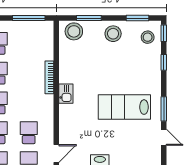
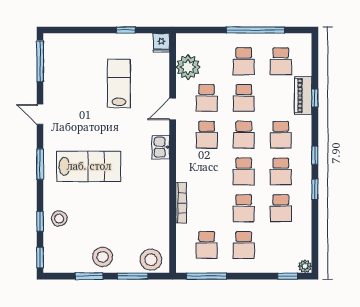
window: (138, 18) -> (89, 276), moved
stool: (148, 37) -> (59, 218), moved
school desk: (29, 43) -> (207, 245), added
kitchen sink: (66, 94) -> (161, 147), moved
door: (164, 137) -> (40, 114), moved

